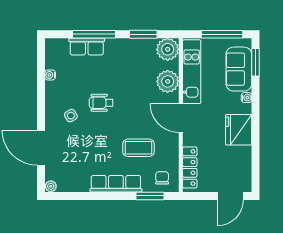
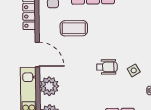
side table: (71, 116) -> (134, 70), moved

